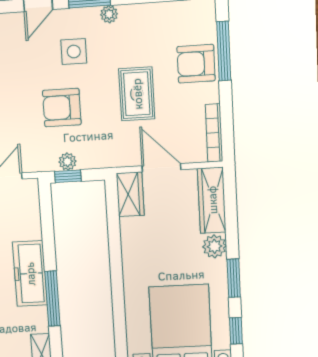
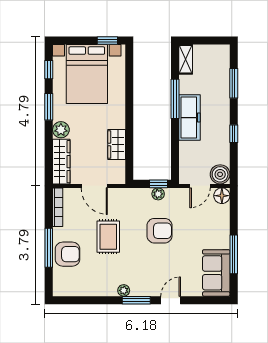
window: (224, 51) -> (49, 248), moved
side table: (74, 52) -> (149, 268), removed
wardrobe: (130, 194) -> (117, 145), moved

